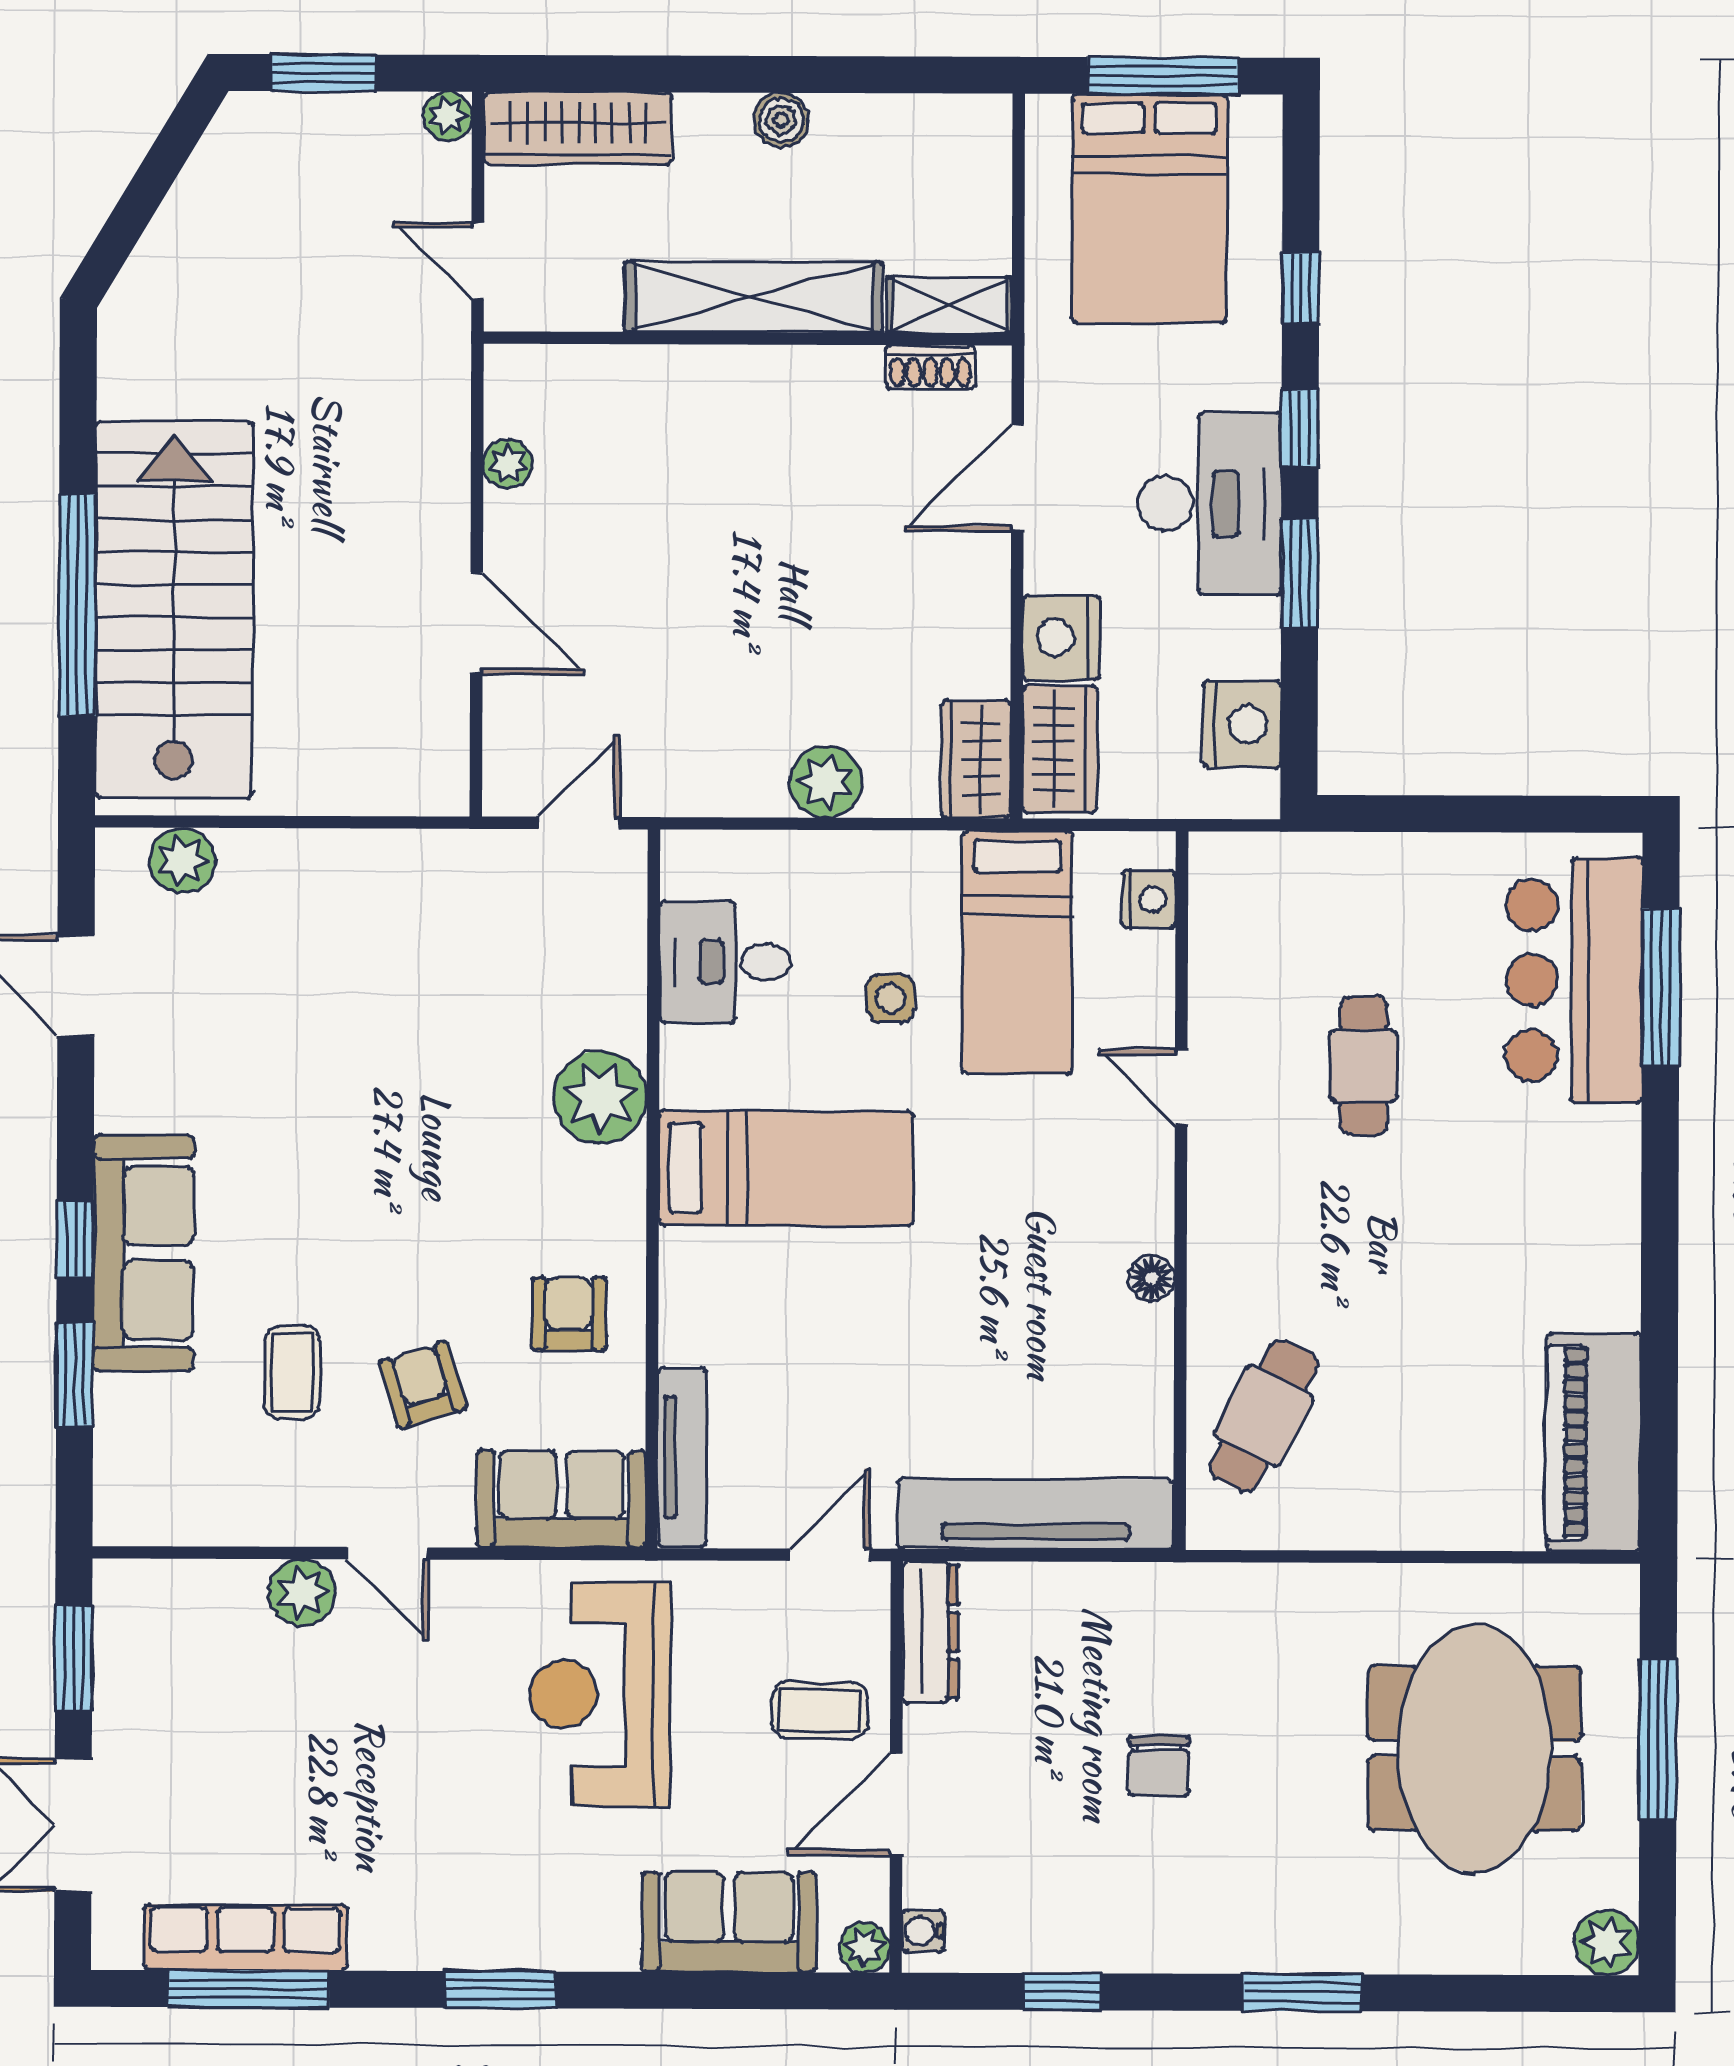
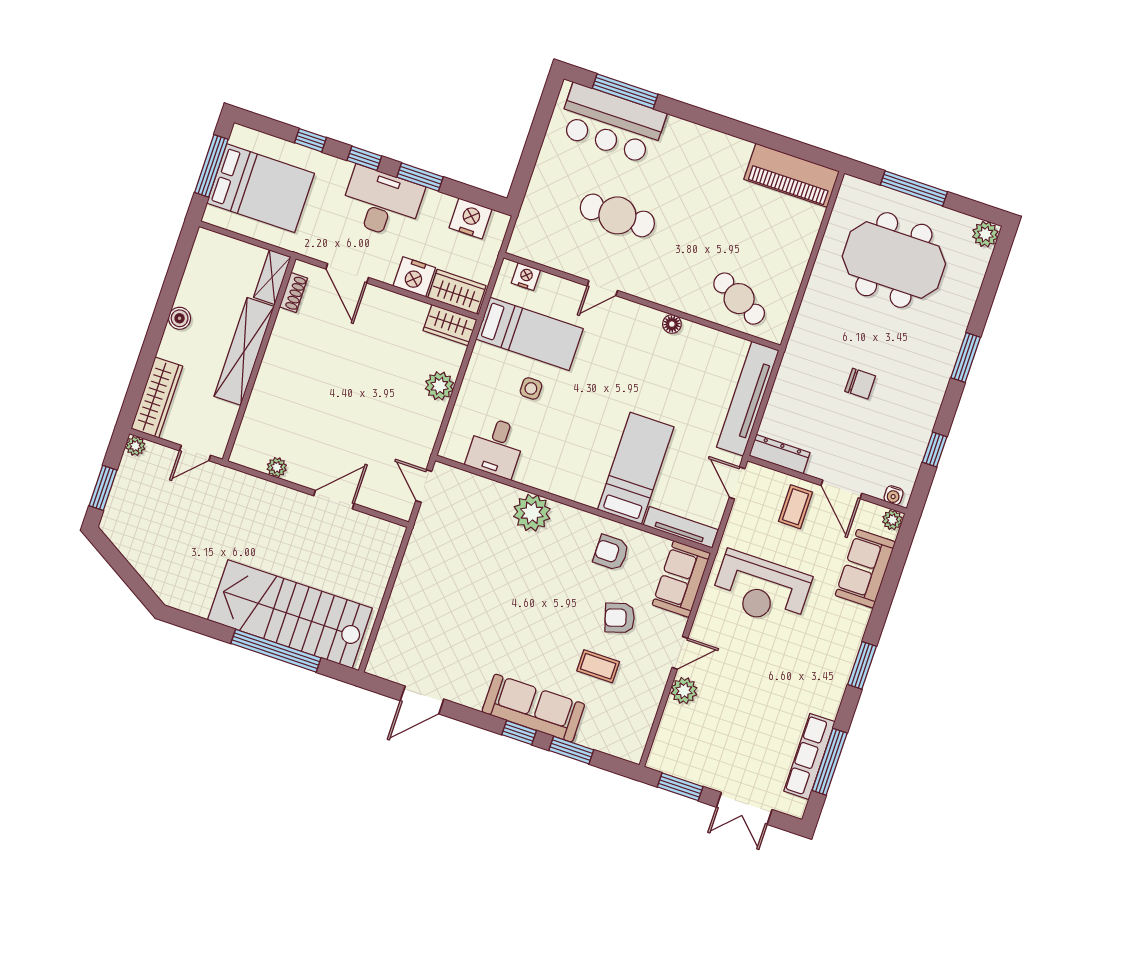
plant: (182, 860) -> (388, 643), removed
cafe table: (1363, 1066) -> (617, 215), width x1.37, depth x1.35
bed: (786, 1168) -> (636, 468), moved

